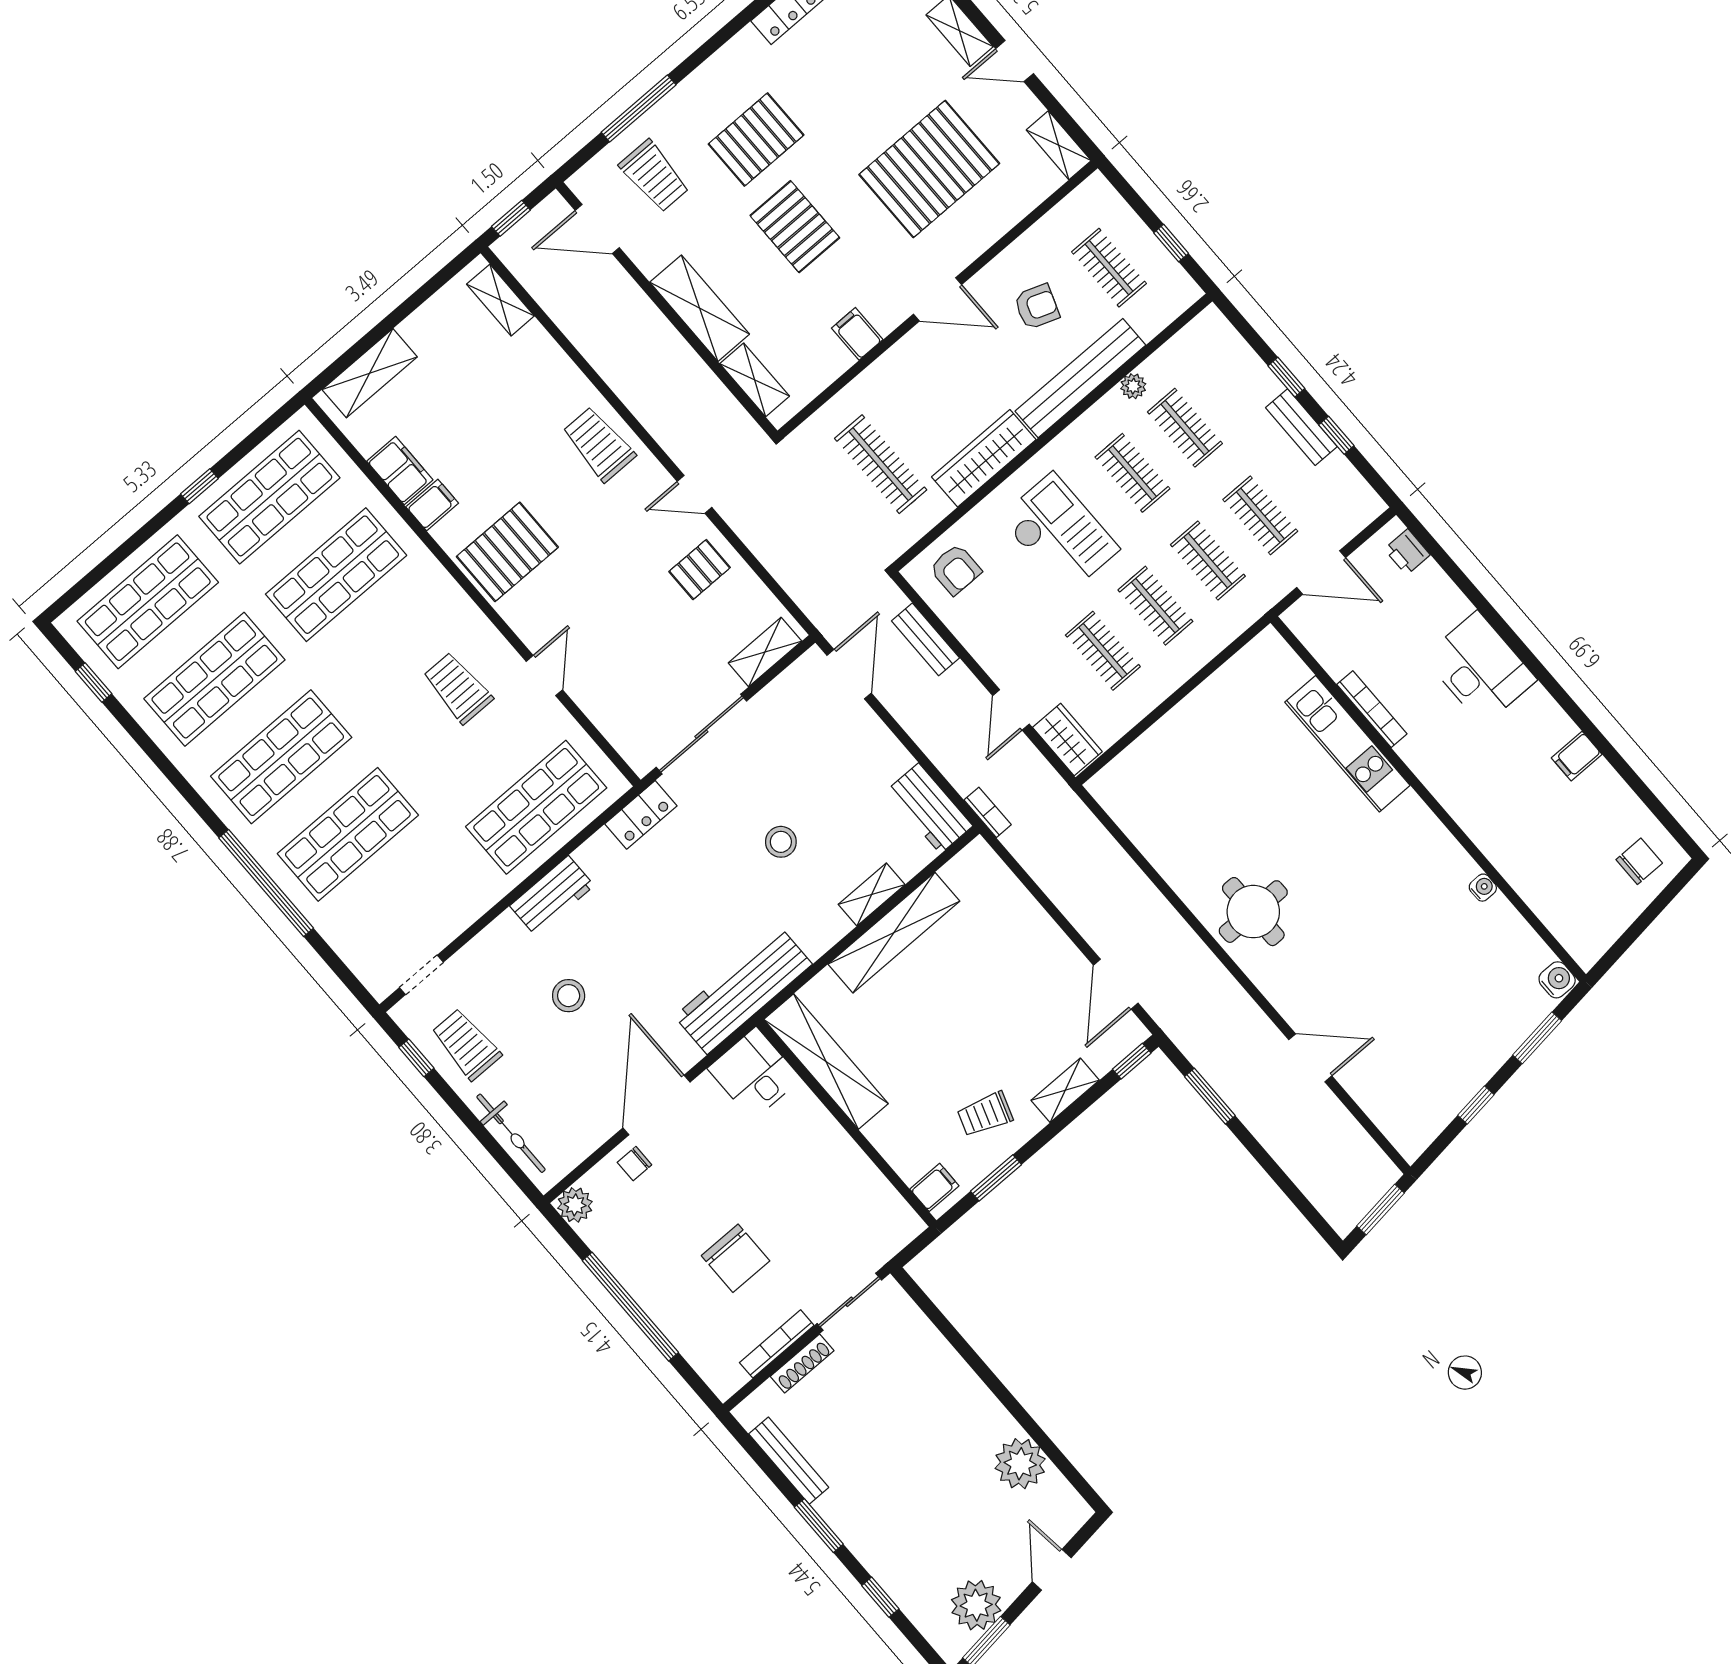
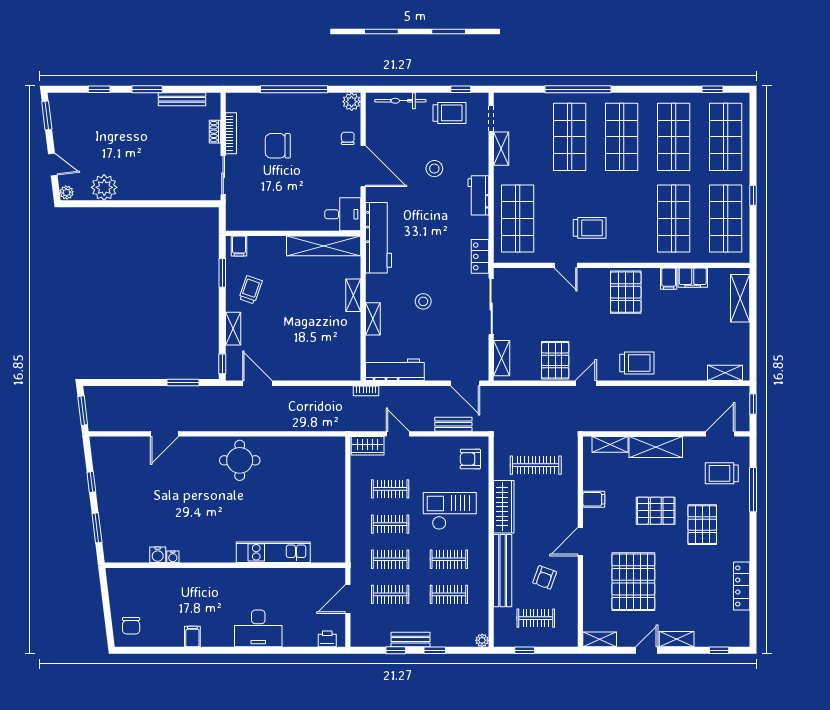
plant: (1133, 386) -> (482, 640), moved
checkout: (1059, 533) -> (450, 511), turned 180
pallet: (700, 570) -> (555, 360), width x1.50, depth x1.42
bookcase: (1372, 709) -> (278, 573), removed
workbench: (929, 808) -> (395, 370), width x1.38
shelving: (453, 922) -> (501, 149), added
shelving: (894, 933) -> (353, 295), width x0.45, depth x0.75
water cooler: (1557, 980) -> (158, 555), moved
shoe rack: (802, 1364) -> (215, 132), width x0.70
plant: (976, 1605) -> (67, 193), moved, width x0.53, depth x0.53

